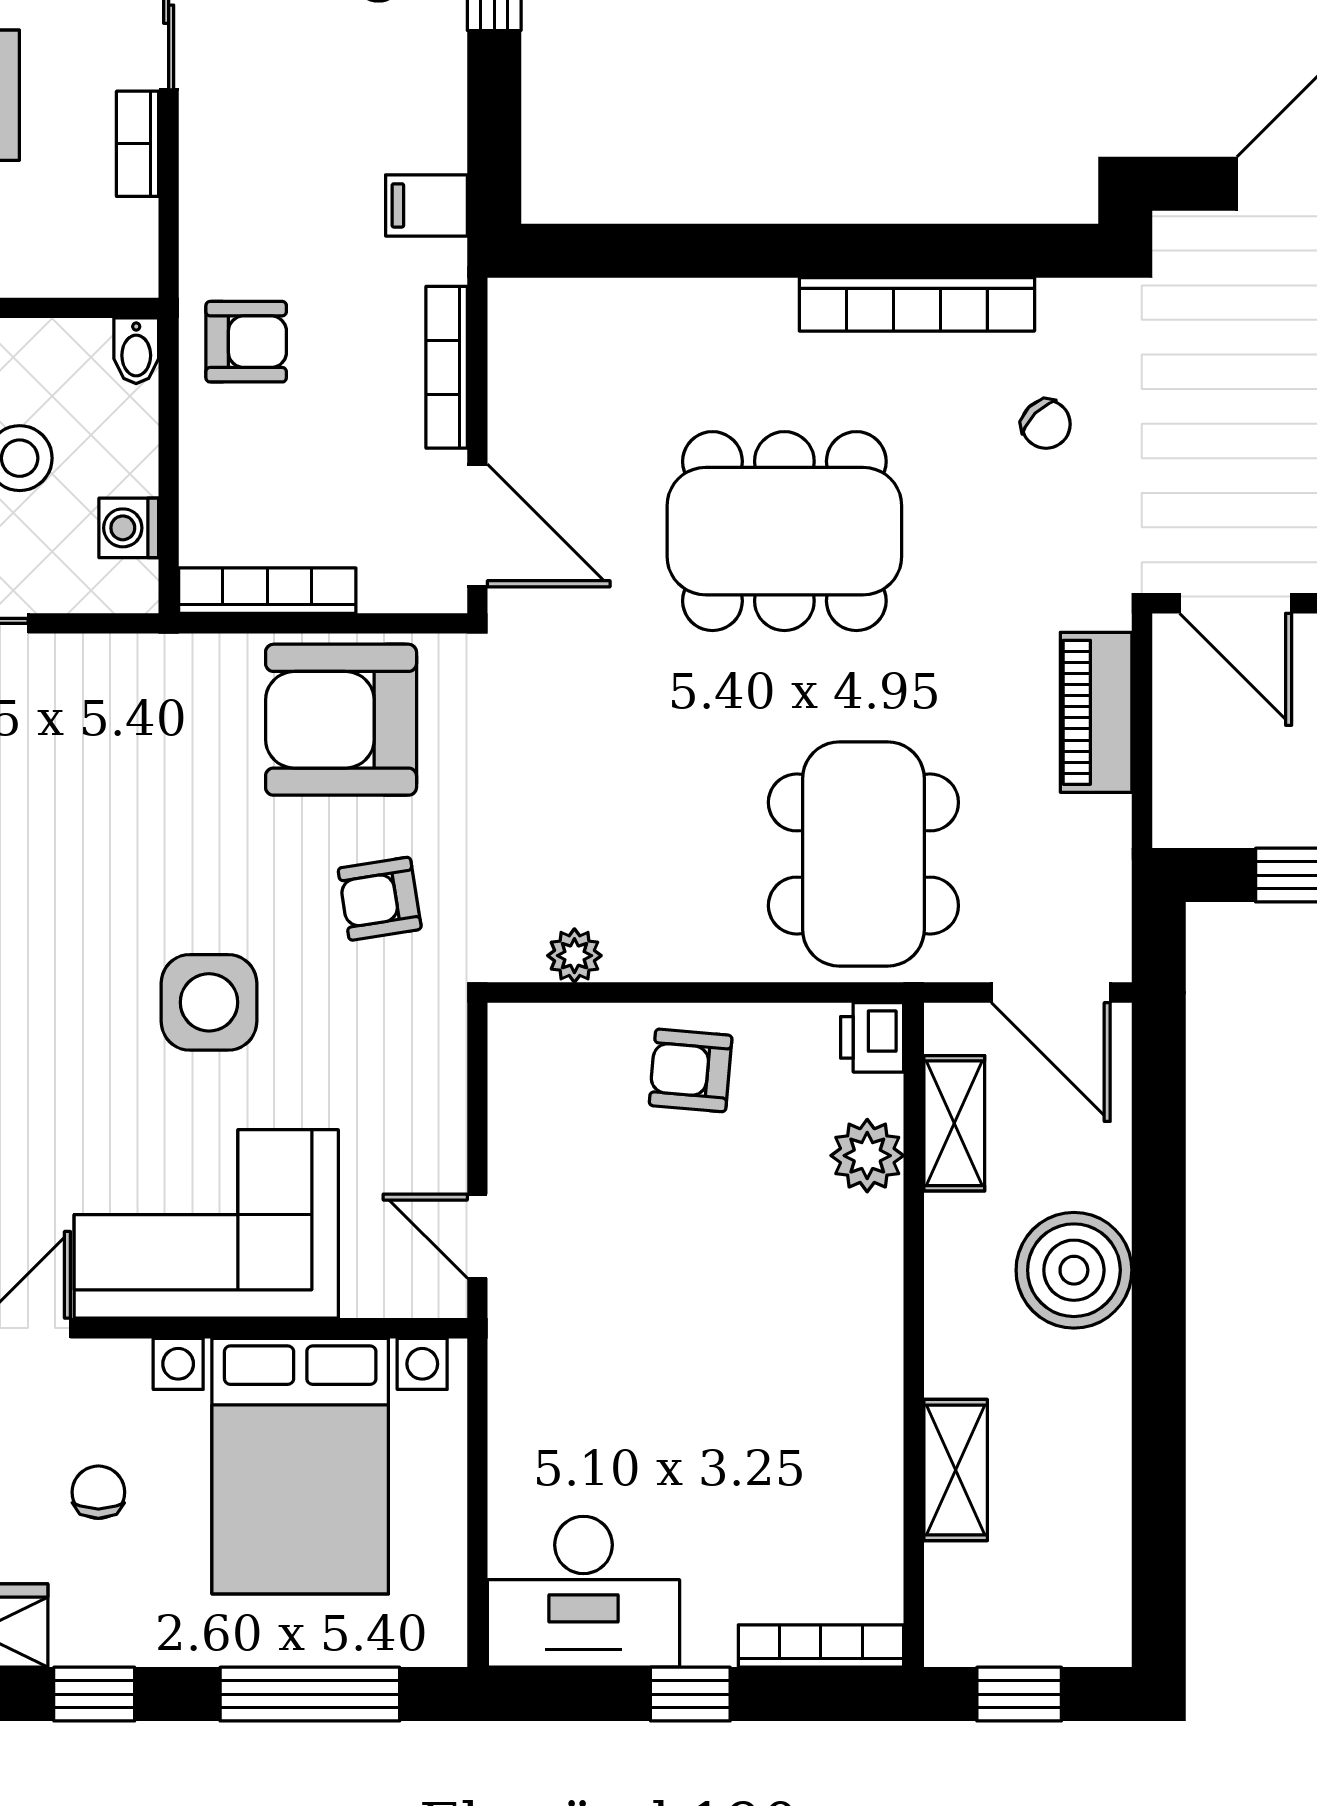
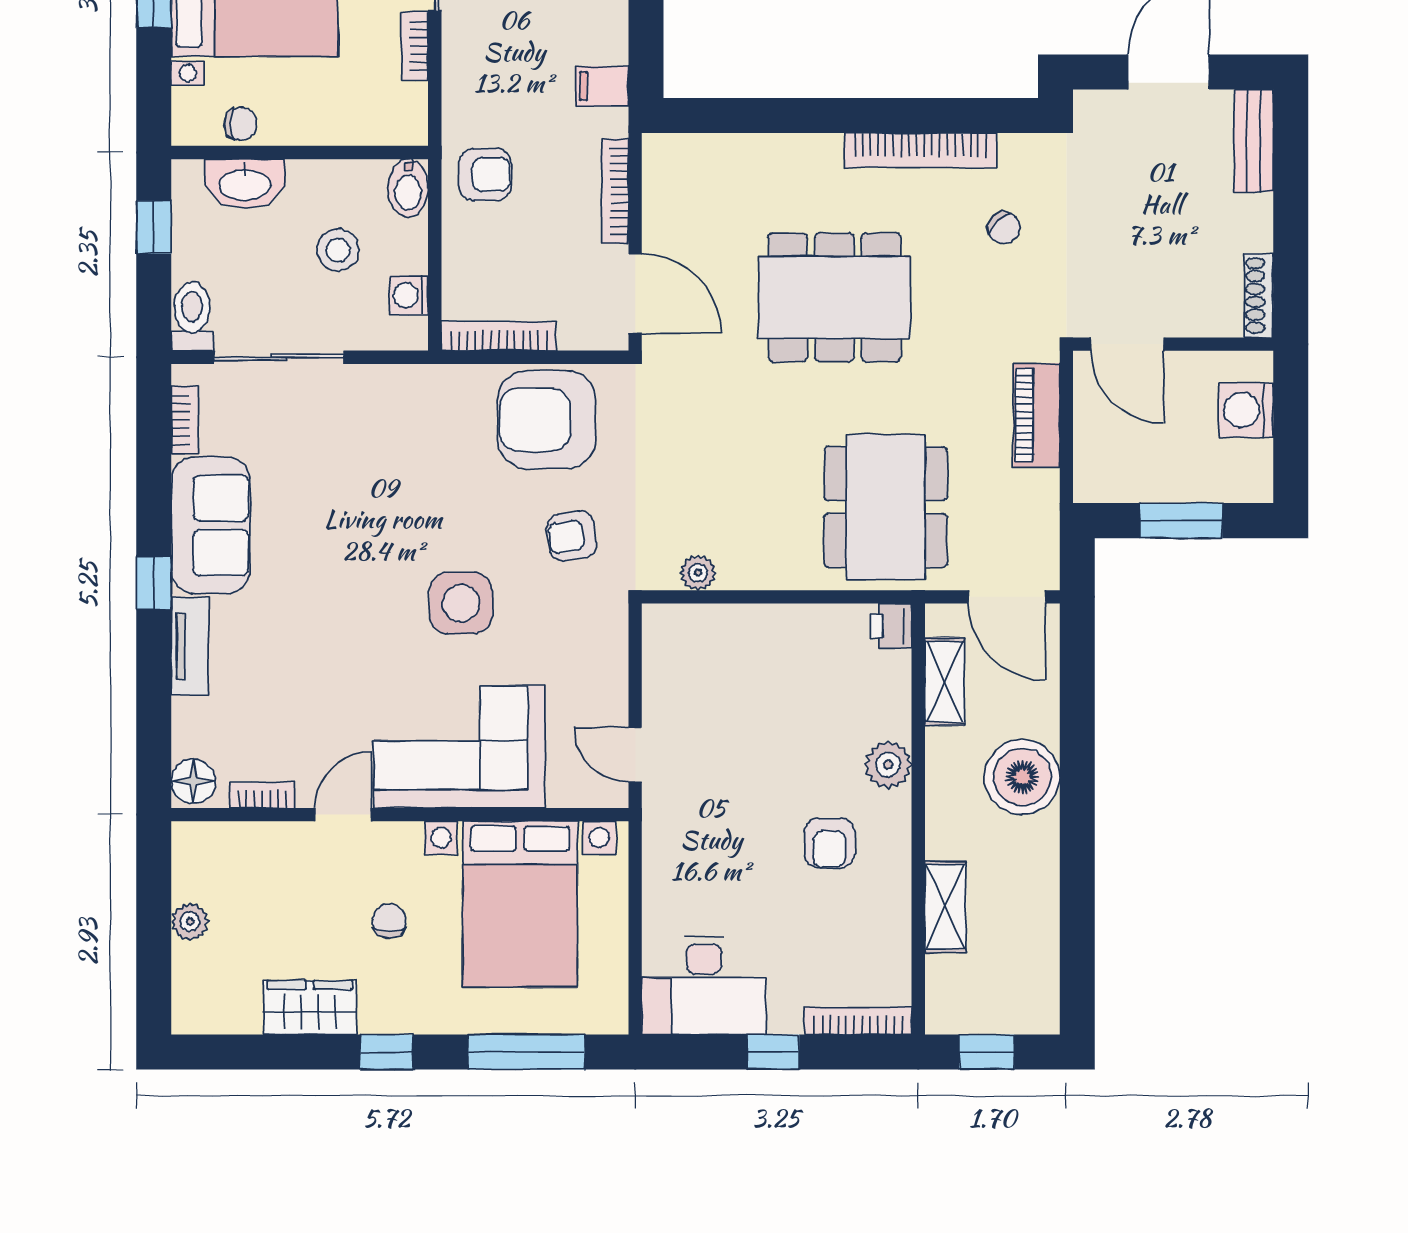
bidet: (136, 351) -> (408, 188), width x1.38, depth x1.36
armchair: (691, 1070) -> (829, 843), moved, turned -95
plant: (867, 1156) -> (888, 765), moved

